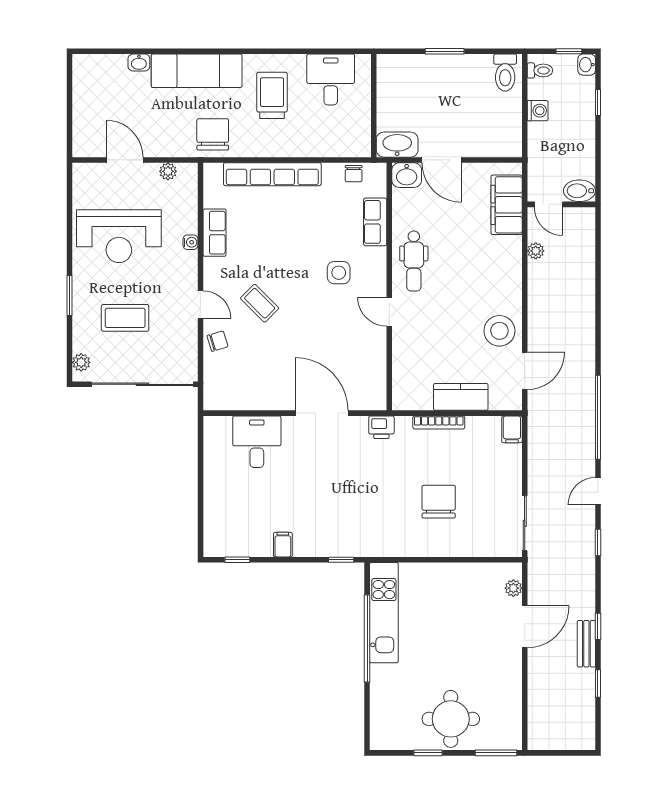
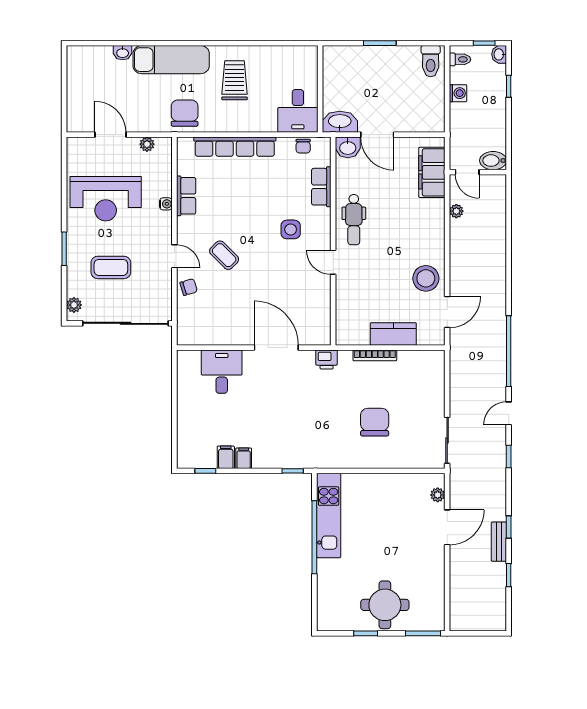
desk: (331, 79) -> (298, 111), moved, turned 180
filing cabinet: (512, 429) -> (226, 457), moved, turned 180

